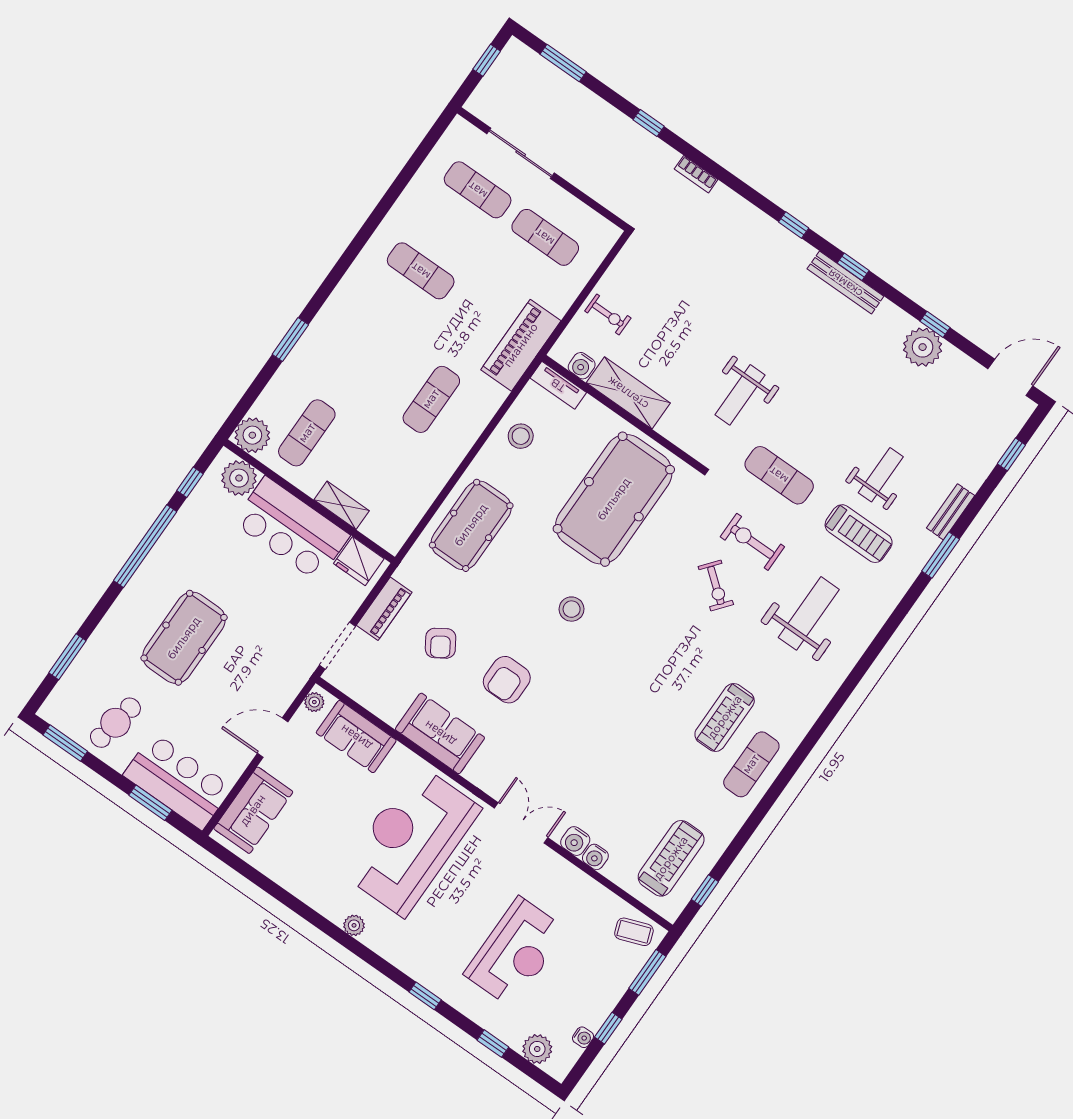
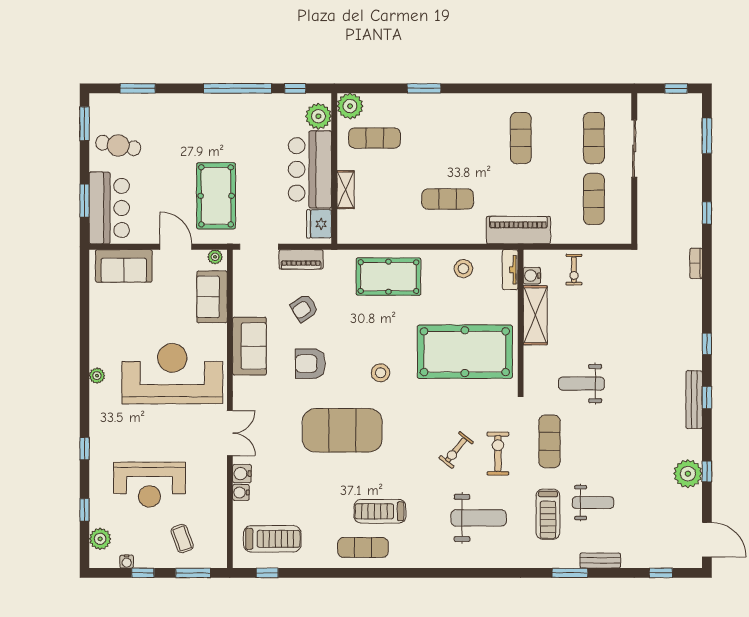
pool table: (184, 638) -> (216, 196), moved, turned 90
exercise mat: (605, 696) -> (342, 430), added
coffee table: (634, 932) -> (182, 538), moved

